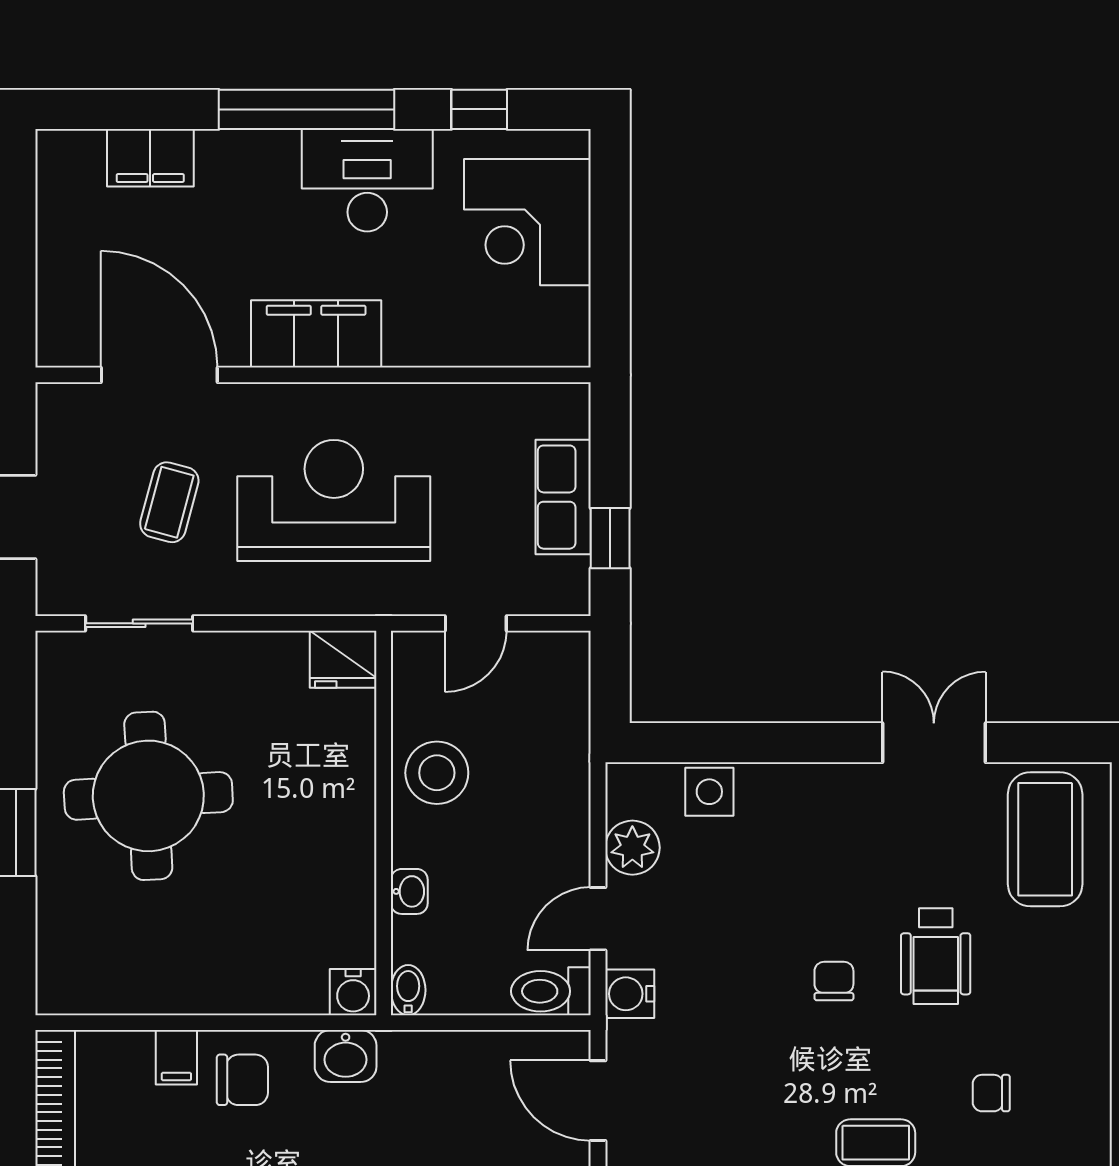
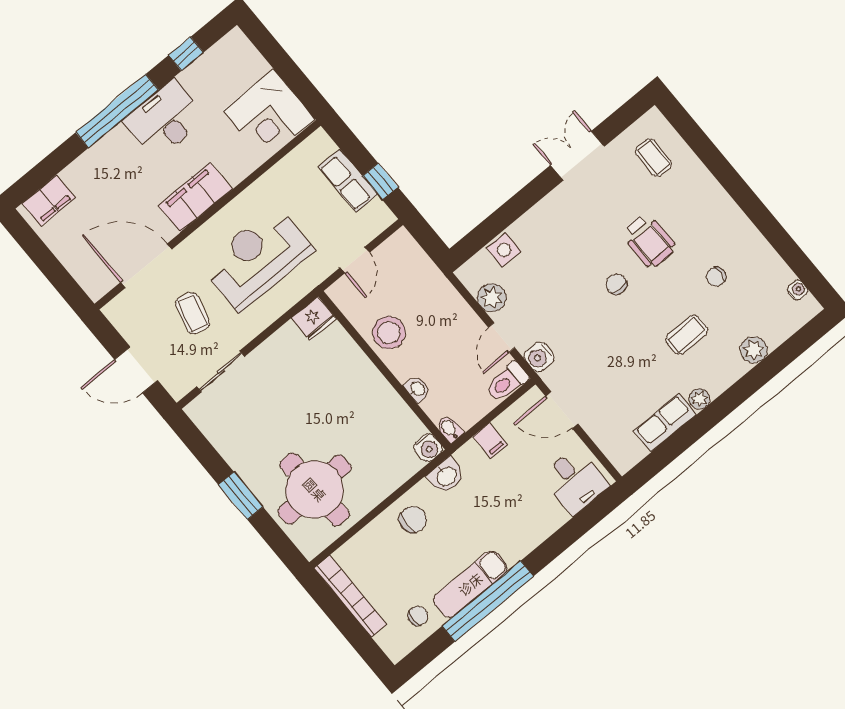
filing cabinet: (150, 158) -> (49, 200), moved
corner desk: (527, 222) -> (269, 115), moved
round table: (148, 796) -> (315, 489), moved
coffee table: (1045, 839) -> (654, 158), width x0.54, depth x0.58
filing cabinet: (176, 1057) -> (490, 440), moved

